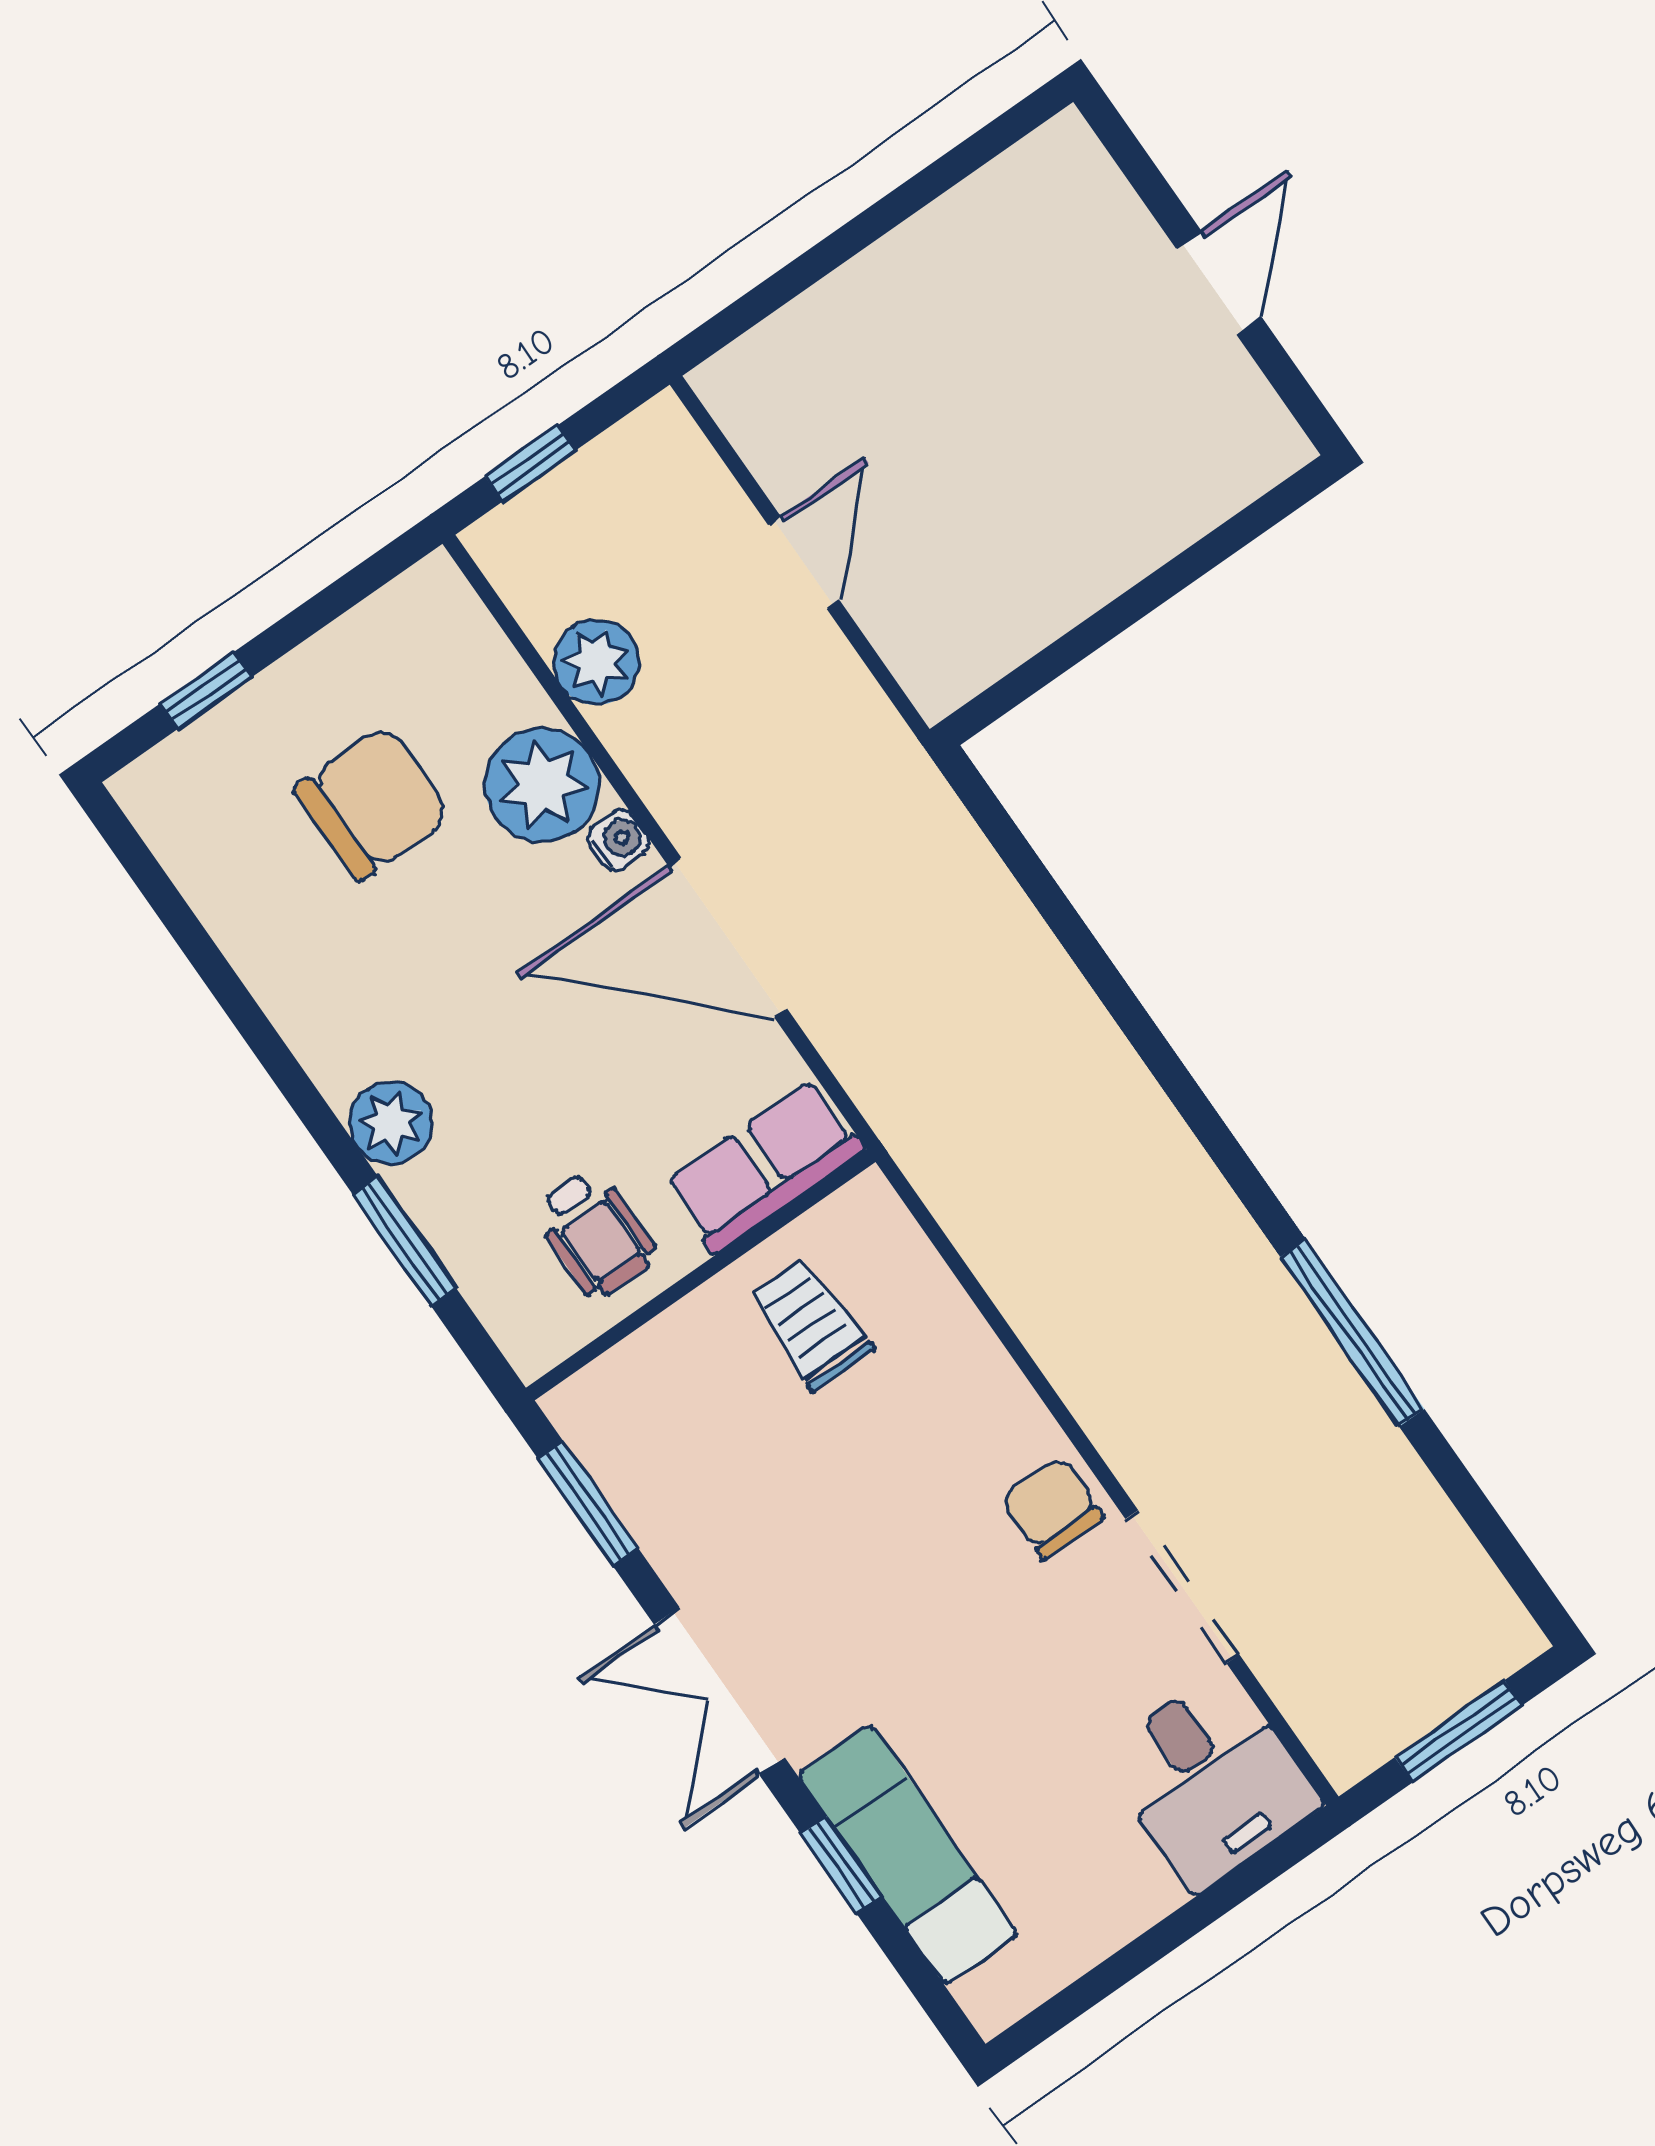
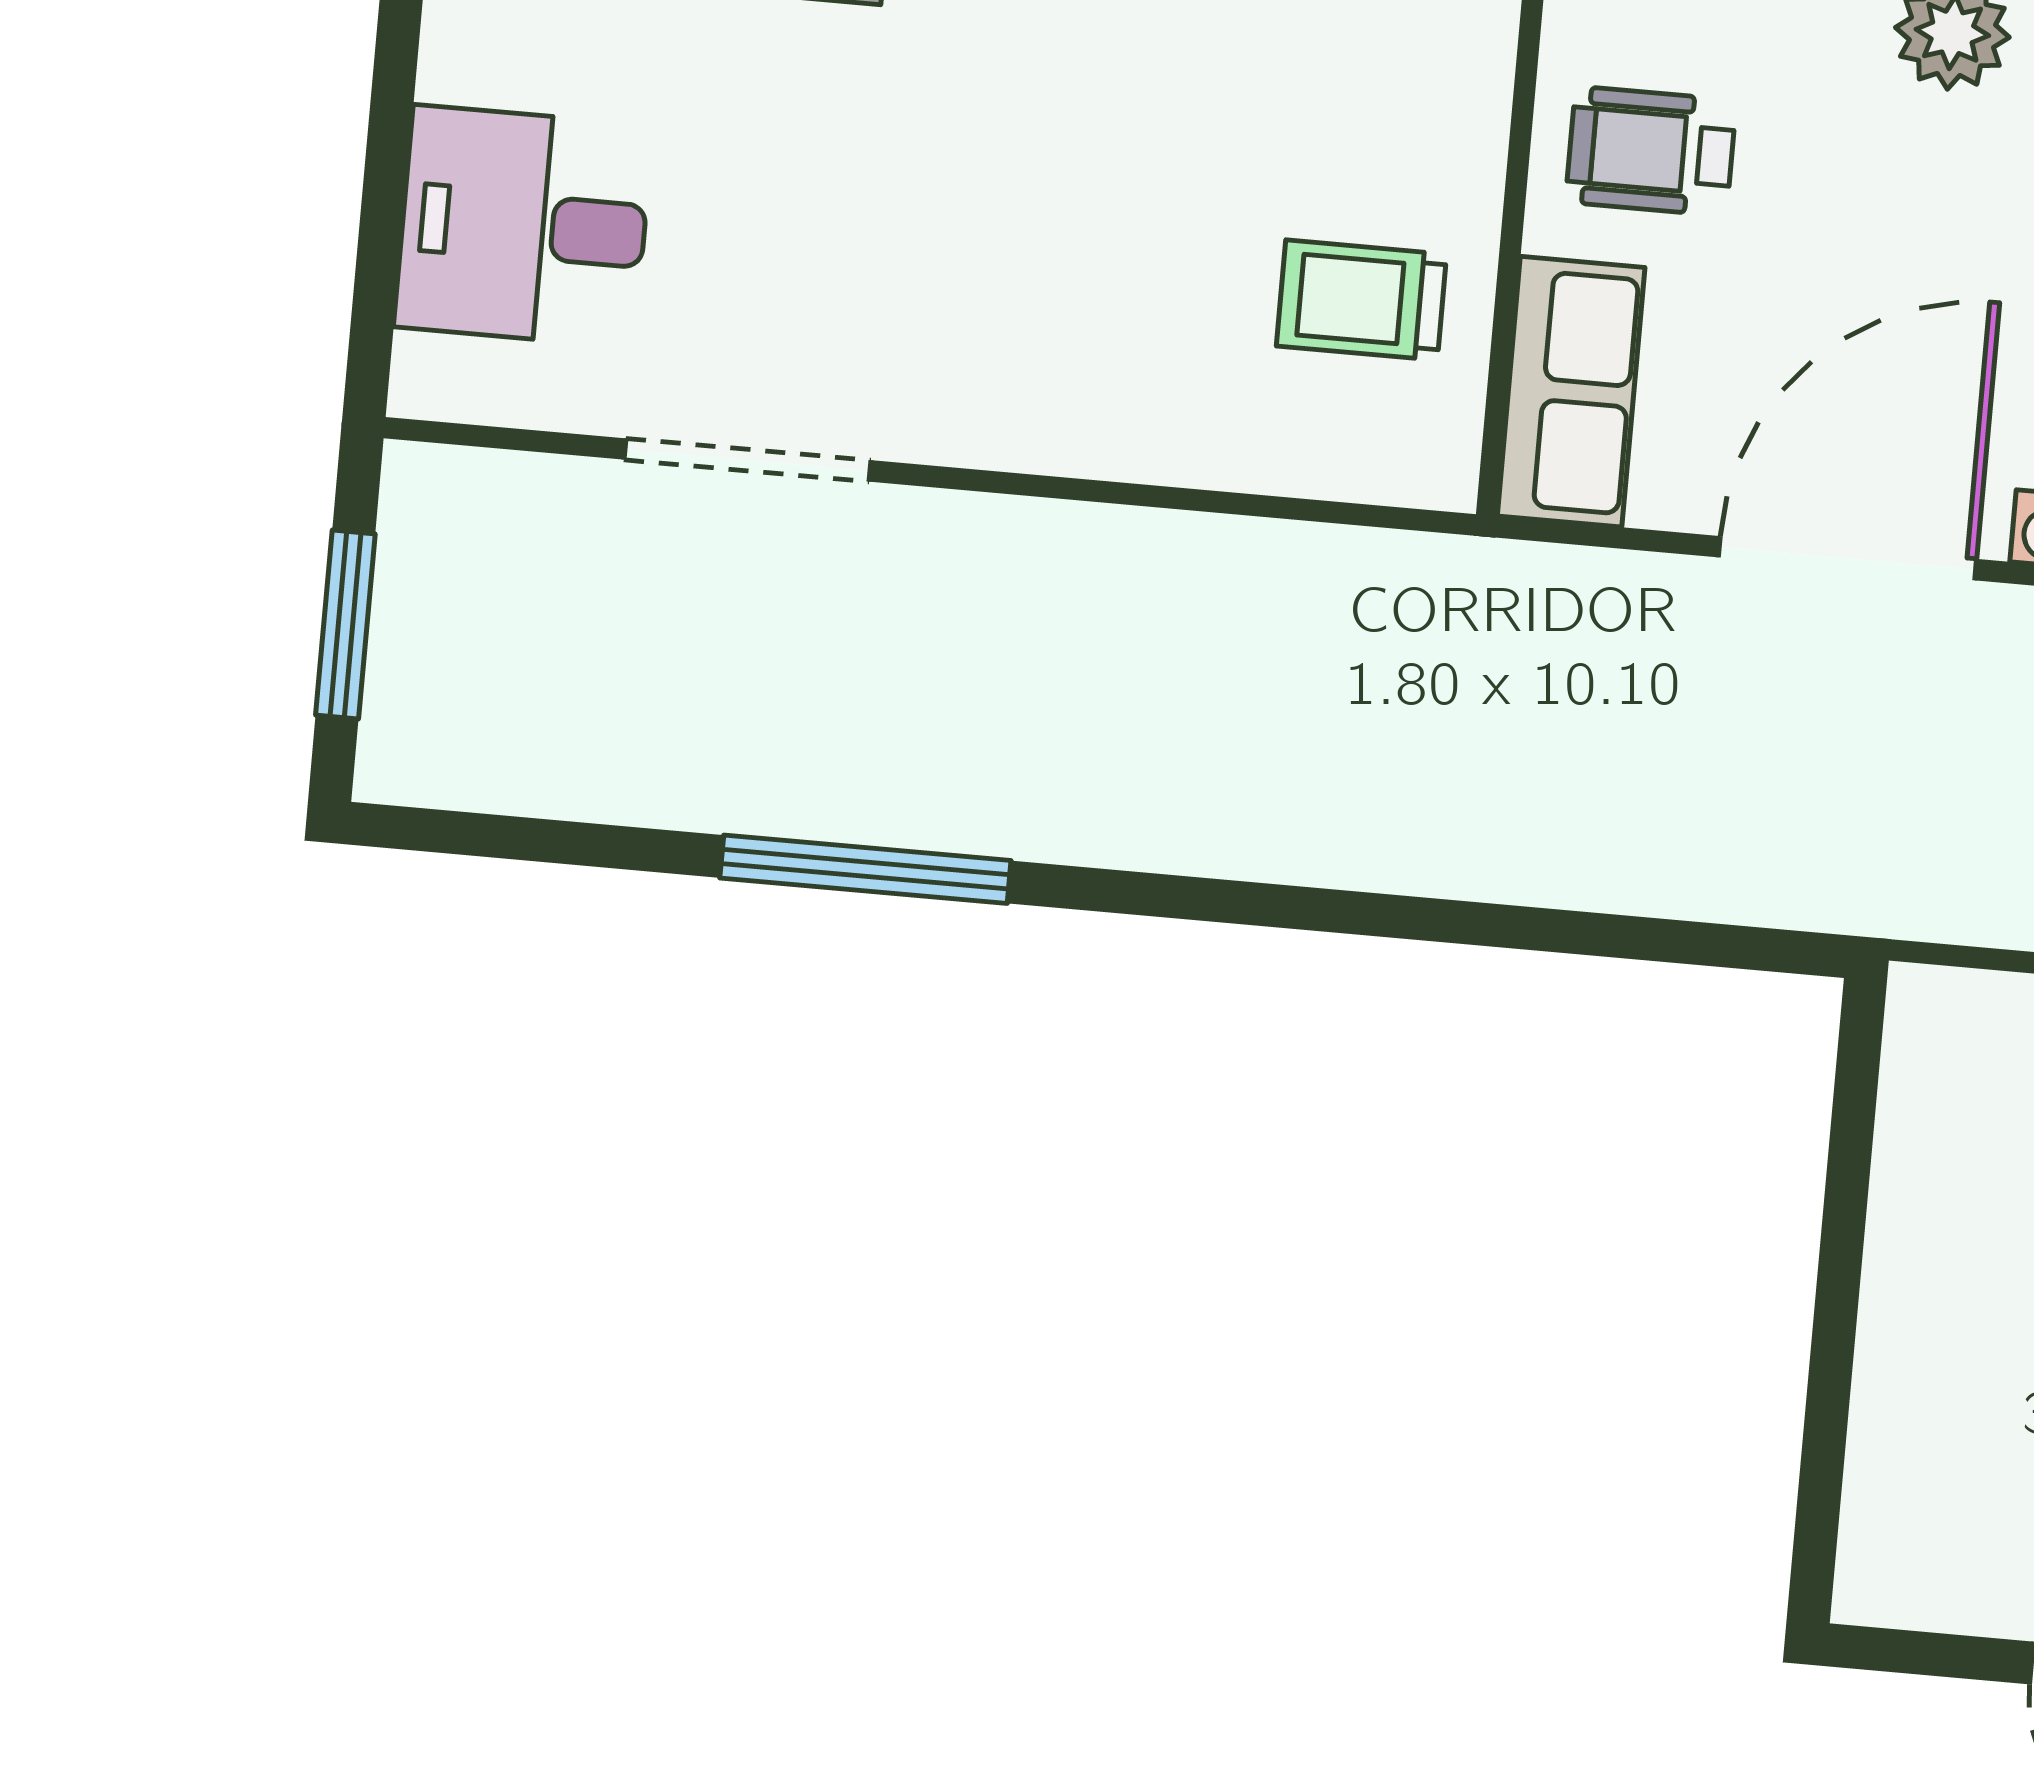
trolley: (811, 1324) -> (1362, 300), turned 180
chair: (1052, 1508) -> (948, 392), removed
desk: (1211, 1780) -> (524, 226), moved

